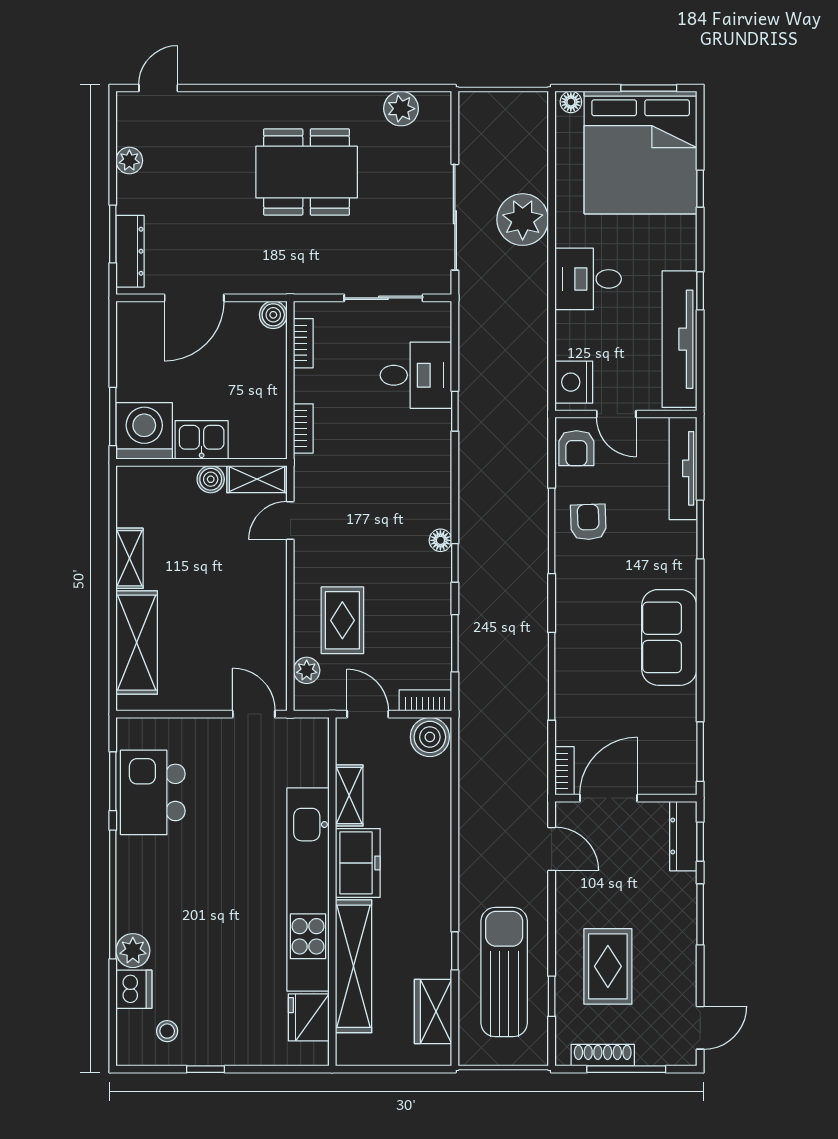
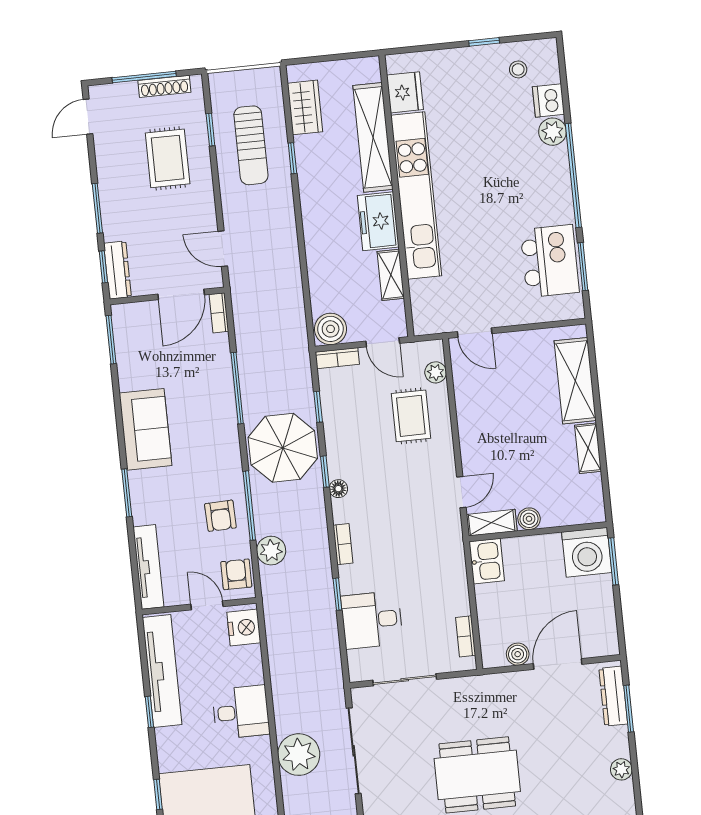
boiler: (273, 315) -> (518, 654), moved
bookcase: (303, 428) -> (343, 544), moved, turned 180
kitchen sink: (202, 440) -> (487, 561), moved, turned -90
plant: (531, 473) -> (271, 551), added
window: (700, 530) -> (127, 493), moved
parasol: (503, 597) -> (283, 448), added
window: (455, 643) -> (318, 407), width x0.67
sun lounger: (504, 972) -> (251, 145), width x0.73, depth x0.75

